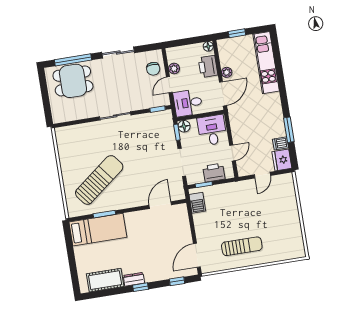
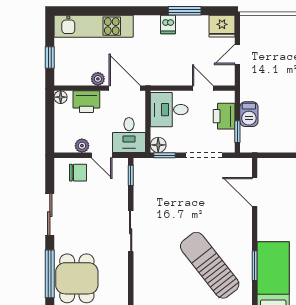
dishwasher: (281, 143) -> (168, 24), moved
door: (262, 175) -> (237, 54), swing flipped
barbecue: (197, 203) -> (249, 114), moved, turned 90

